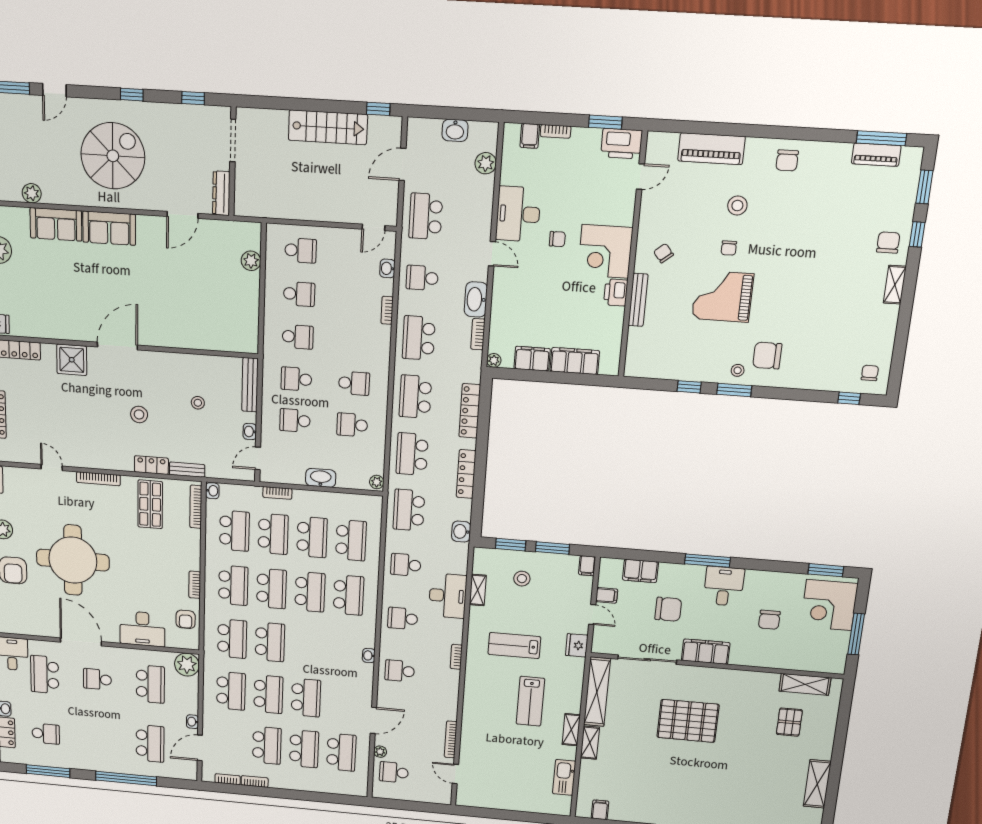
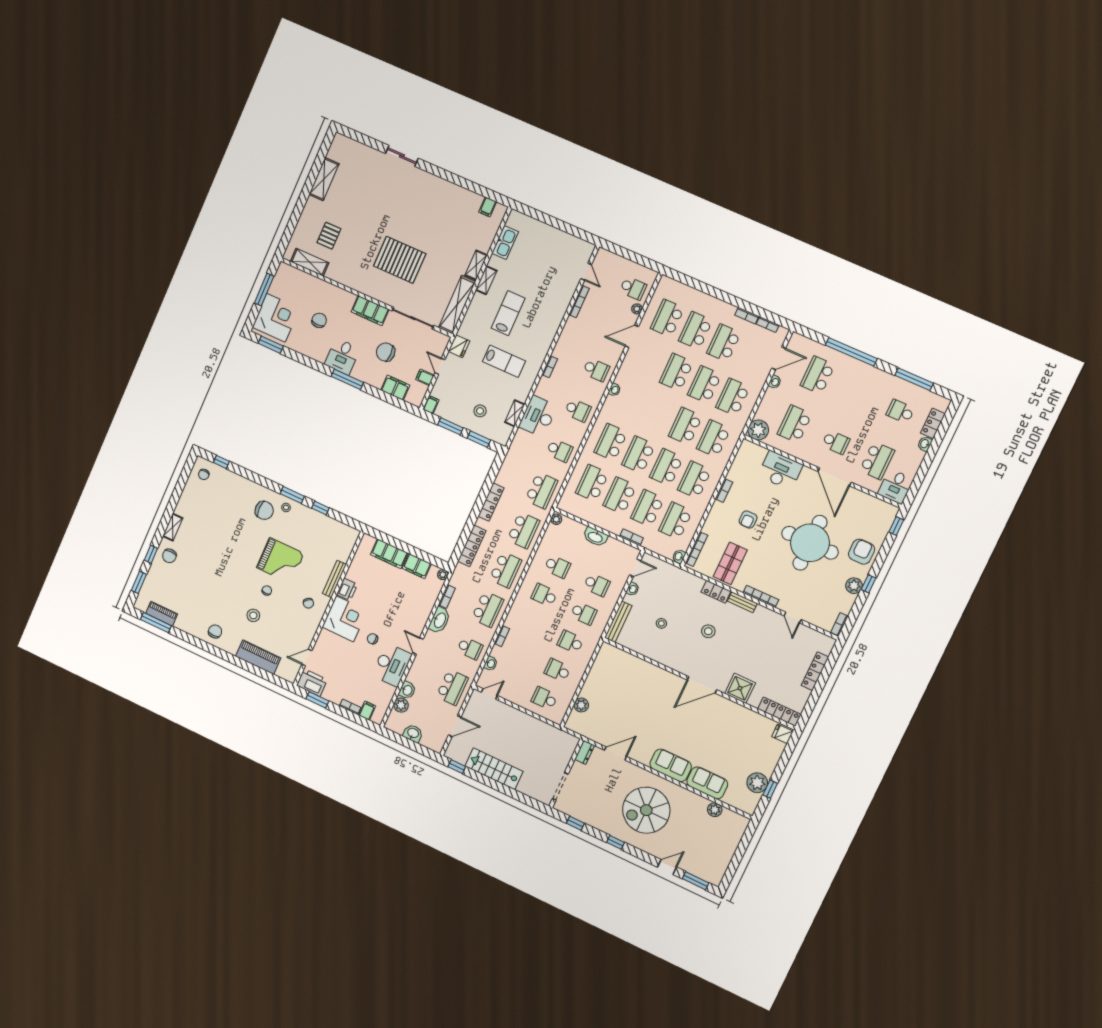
dresser: (221, 193) -> (585, 752), width x0.70
bench: (187, 470) -> (742, 602), moved
washbasin: (461, 532) -> (407, 690), moved
armchair: (186, 619) -> (748, 520), moved, turned 180

